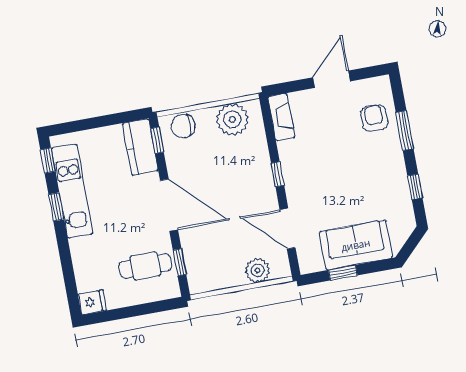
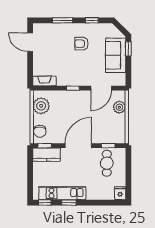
door: (332, 79) -> (30, 42), moved
armchair: (374, 118) -> (81, 44), moved
window: (343, 273) -> (128, 49), moved

